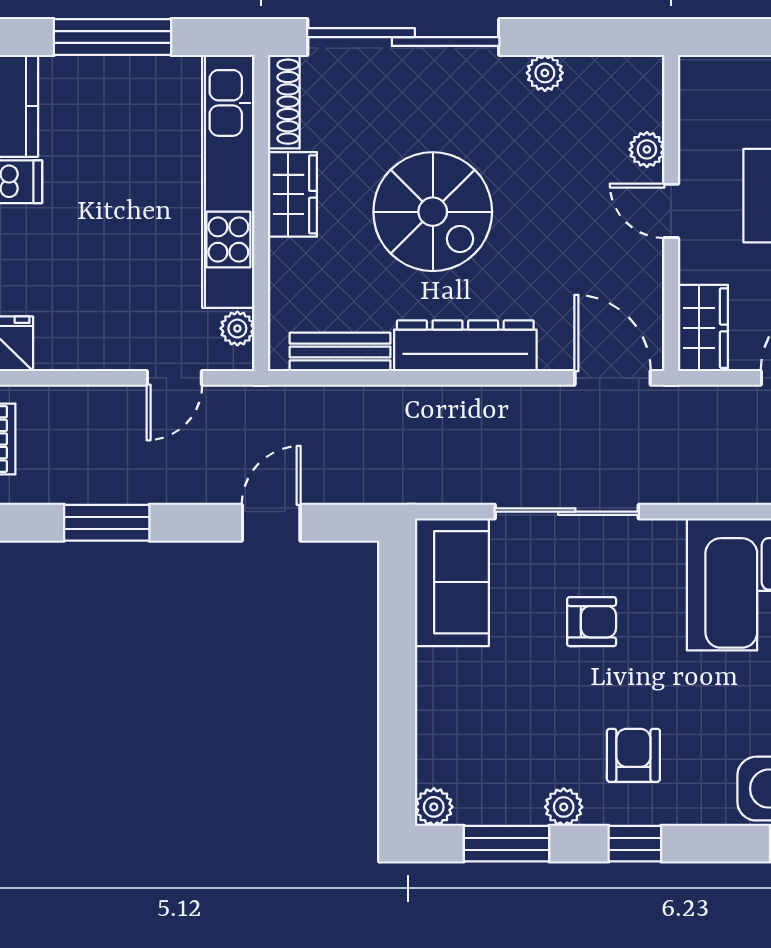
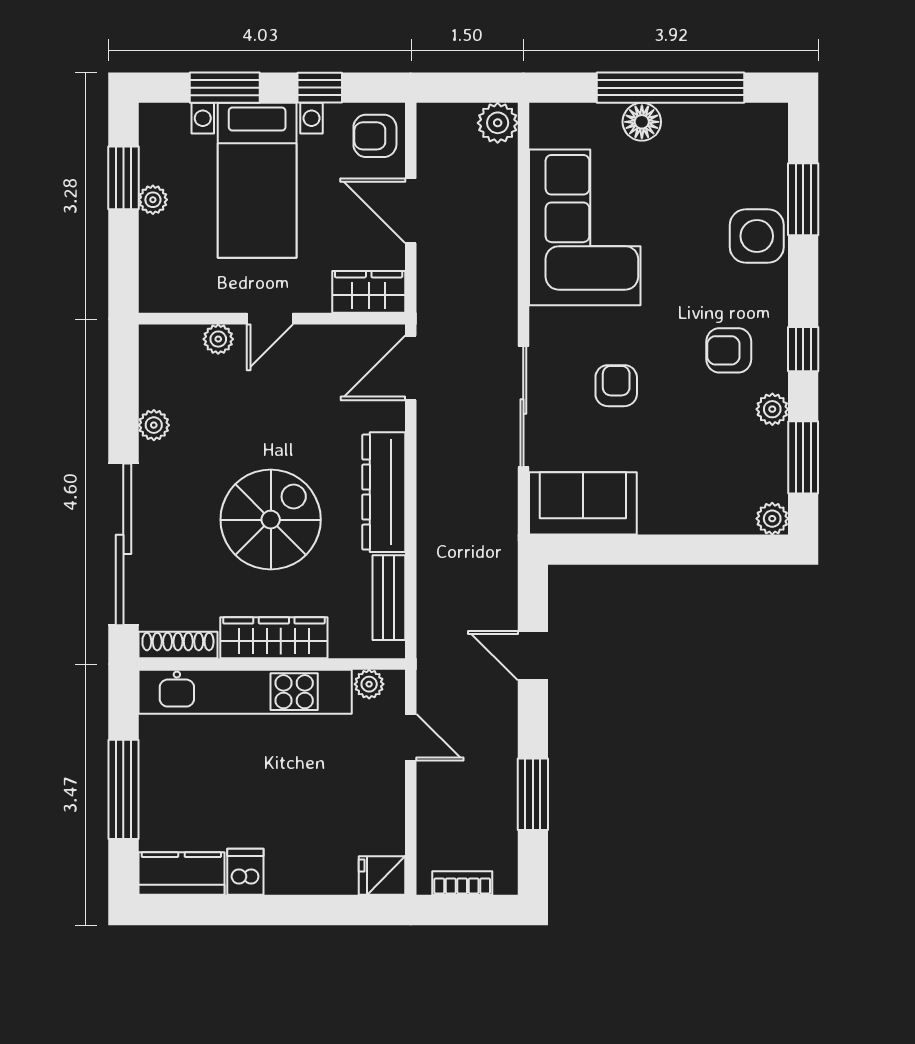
wardrobe: (292, 194) -> (274, 638), width x1.50

